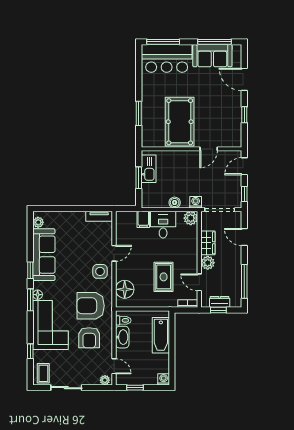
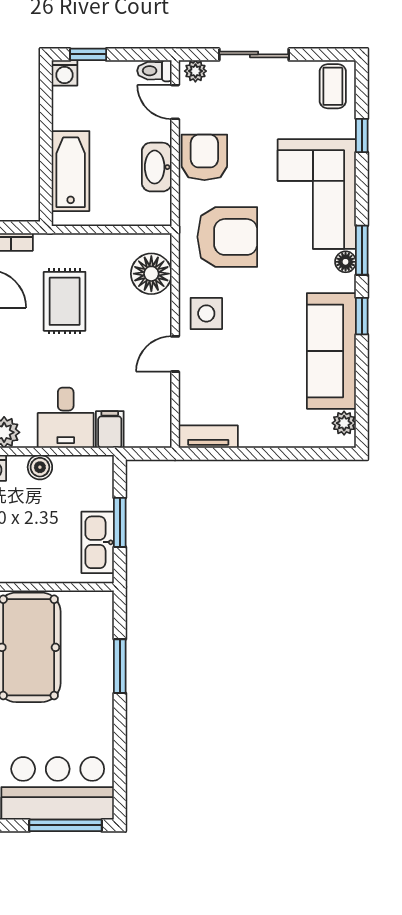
toilet: (123, 320) -> (154, 71), moved
armchair: (89, 338) -> (204, 157), moved
sliding door: (66, 388) -> (254, 54), moved
window: (135, 388) -> (88, 54), moved

